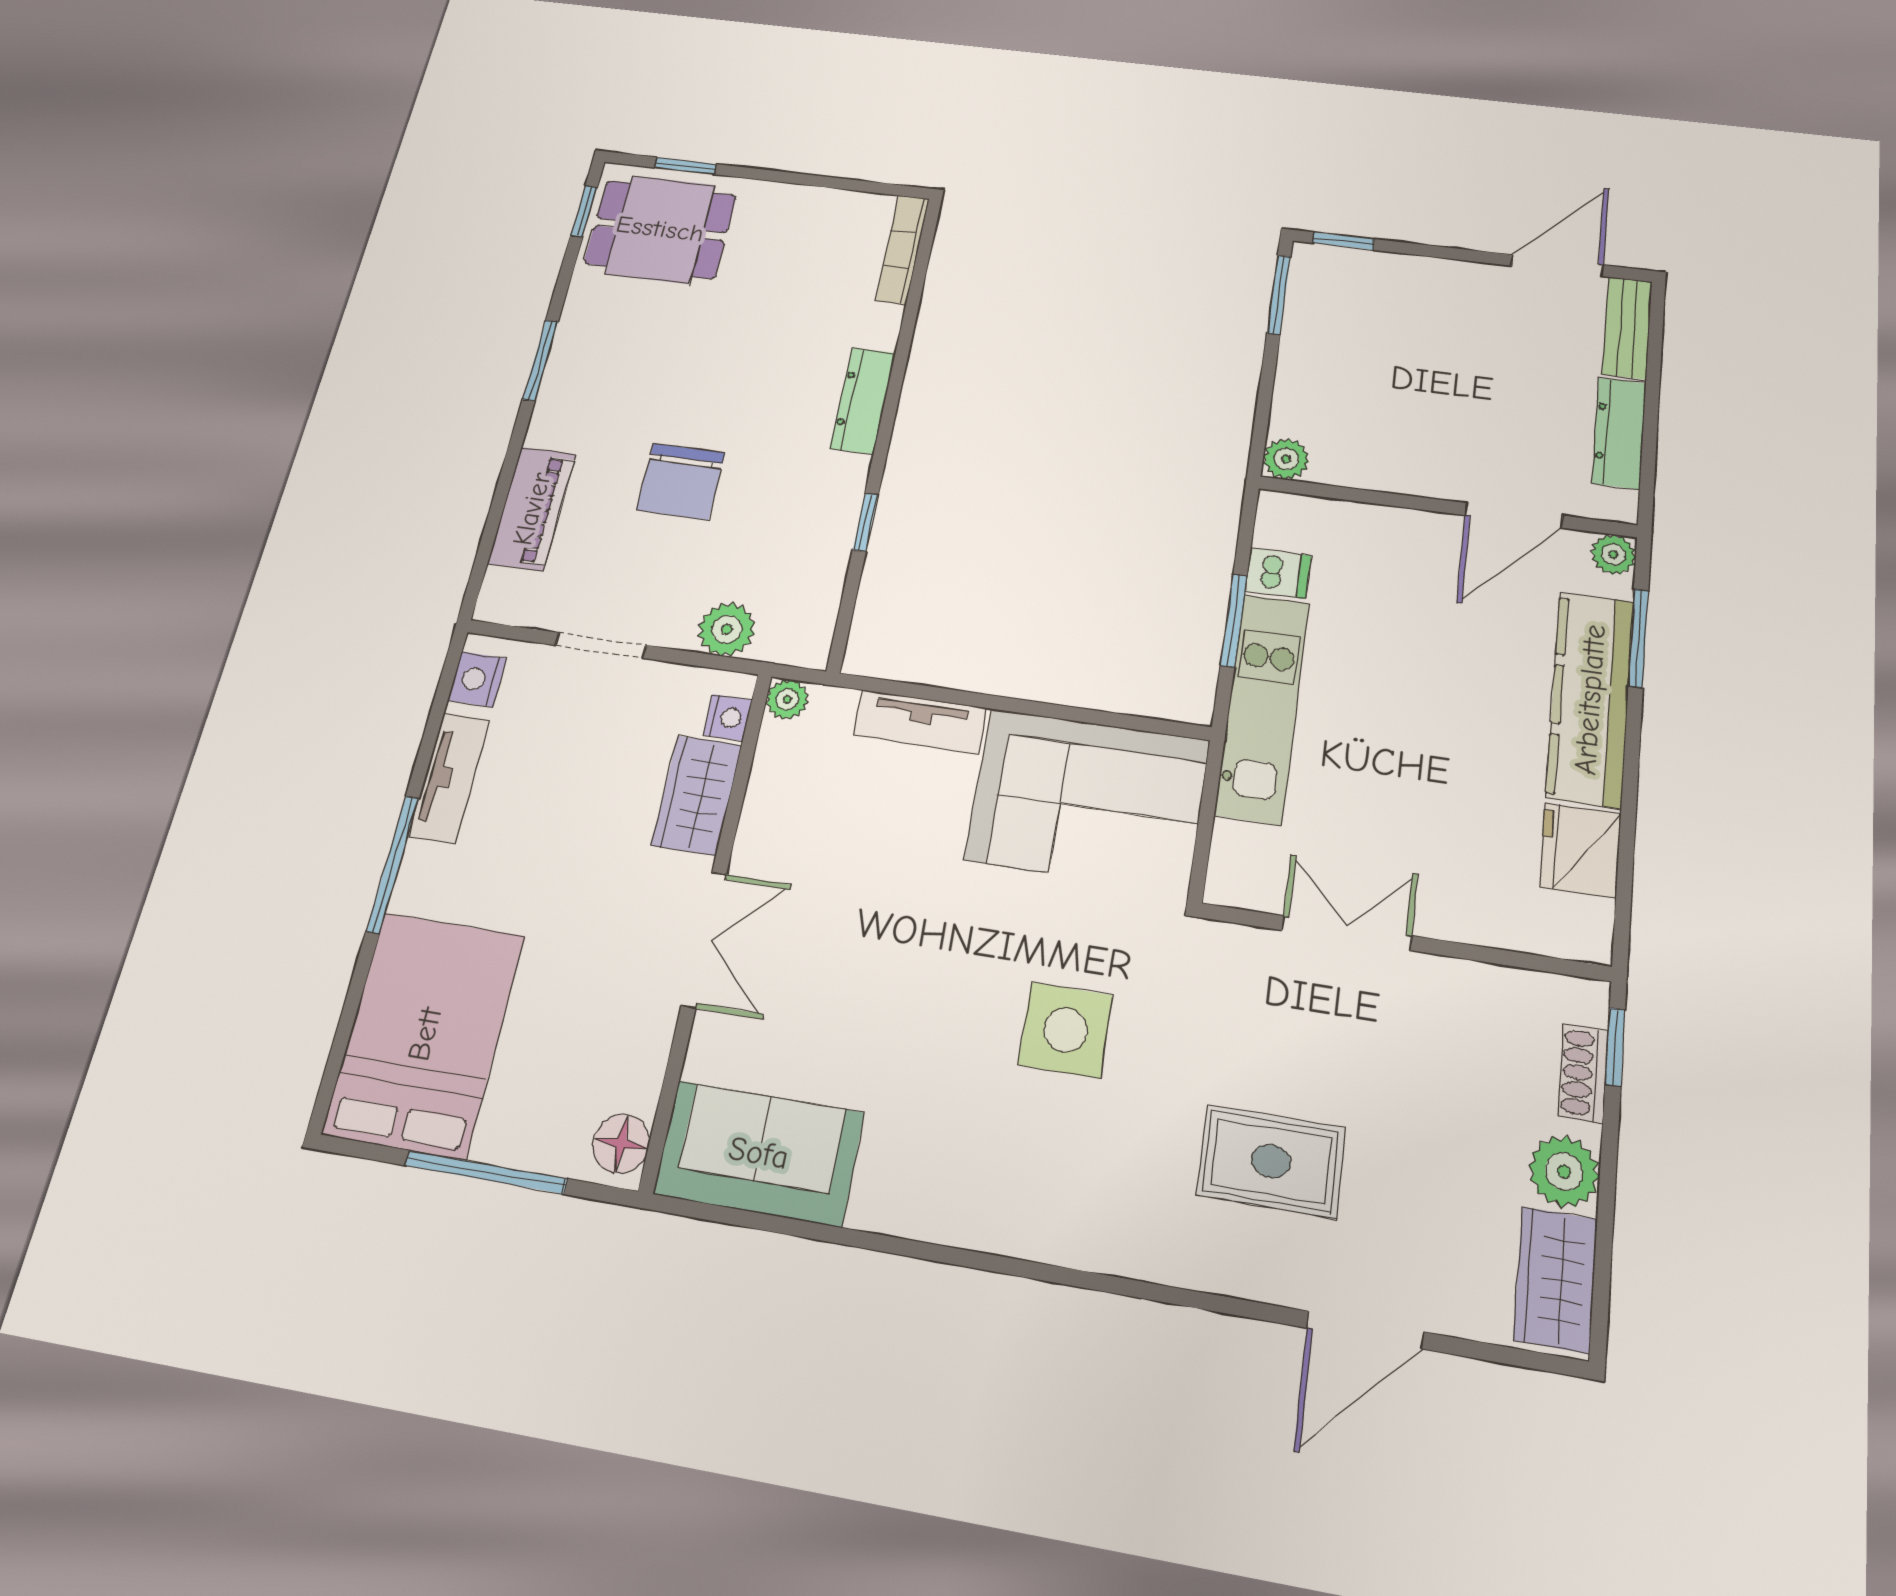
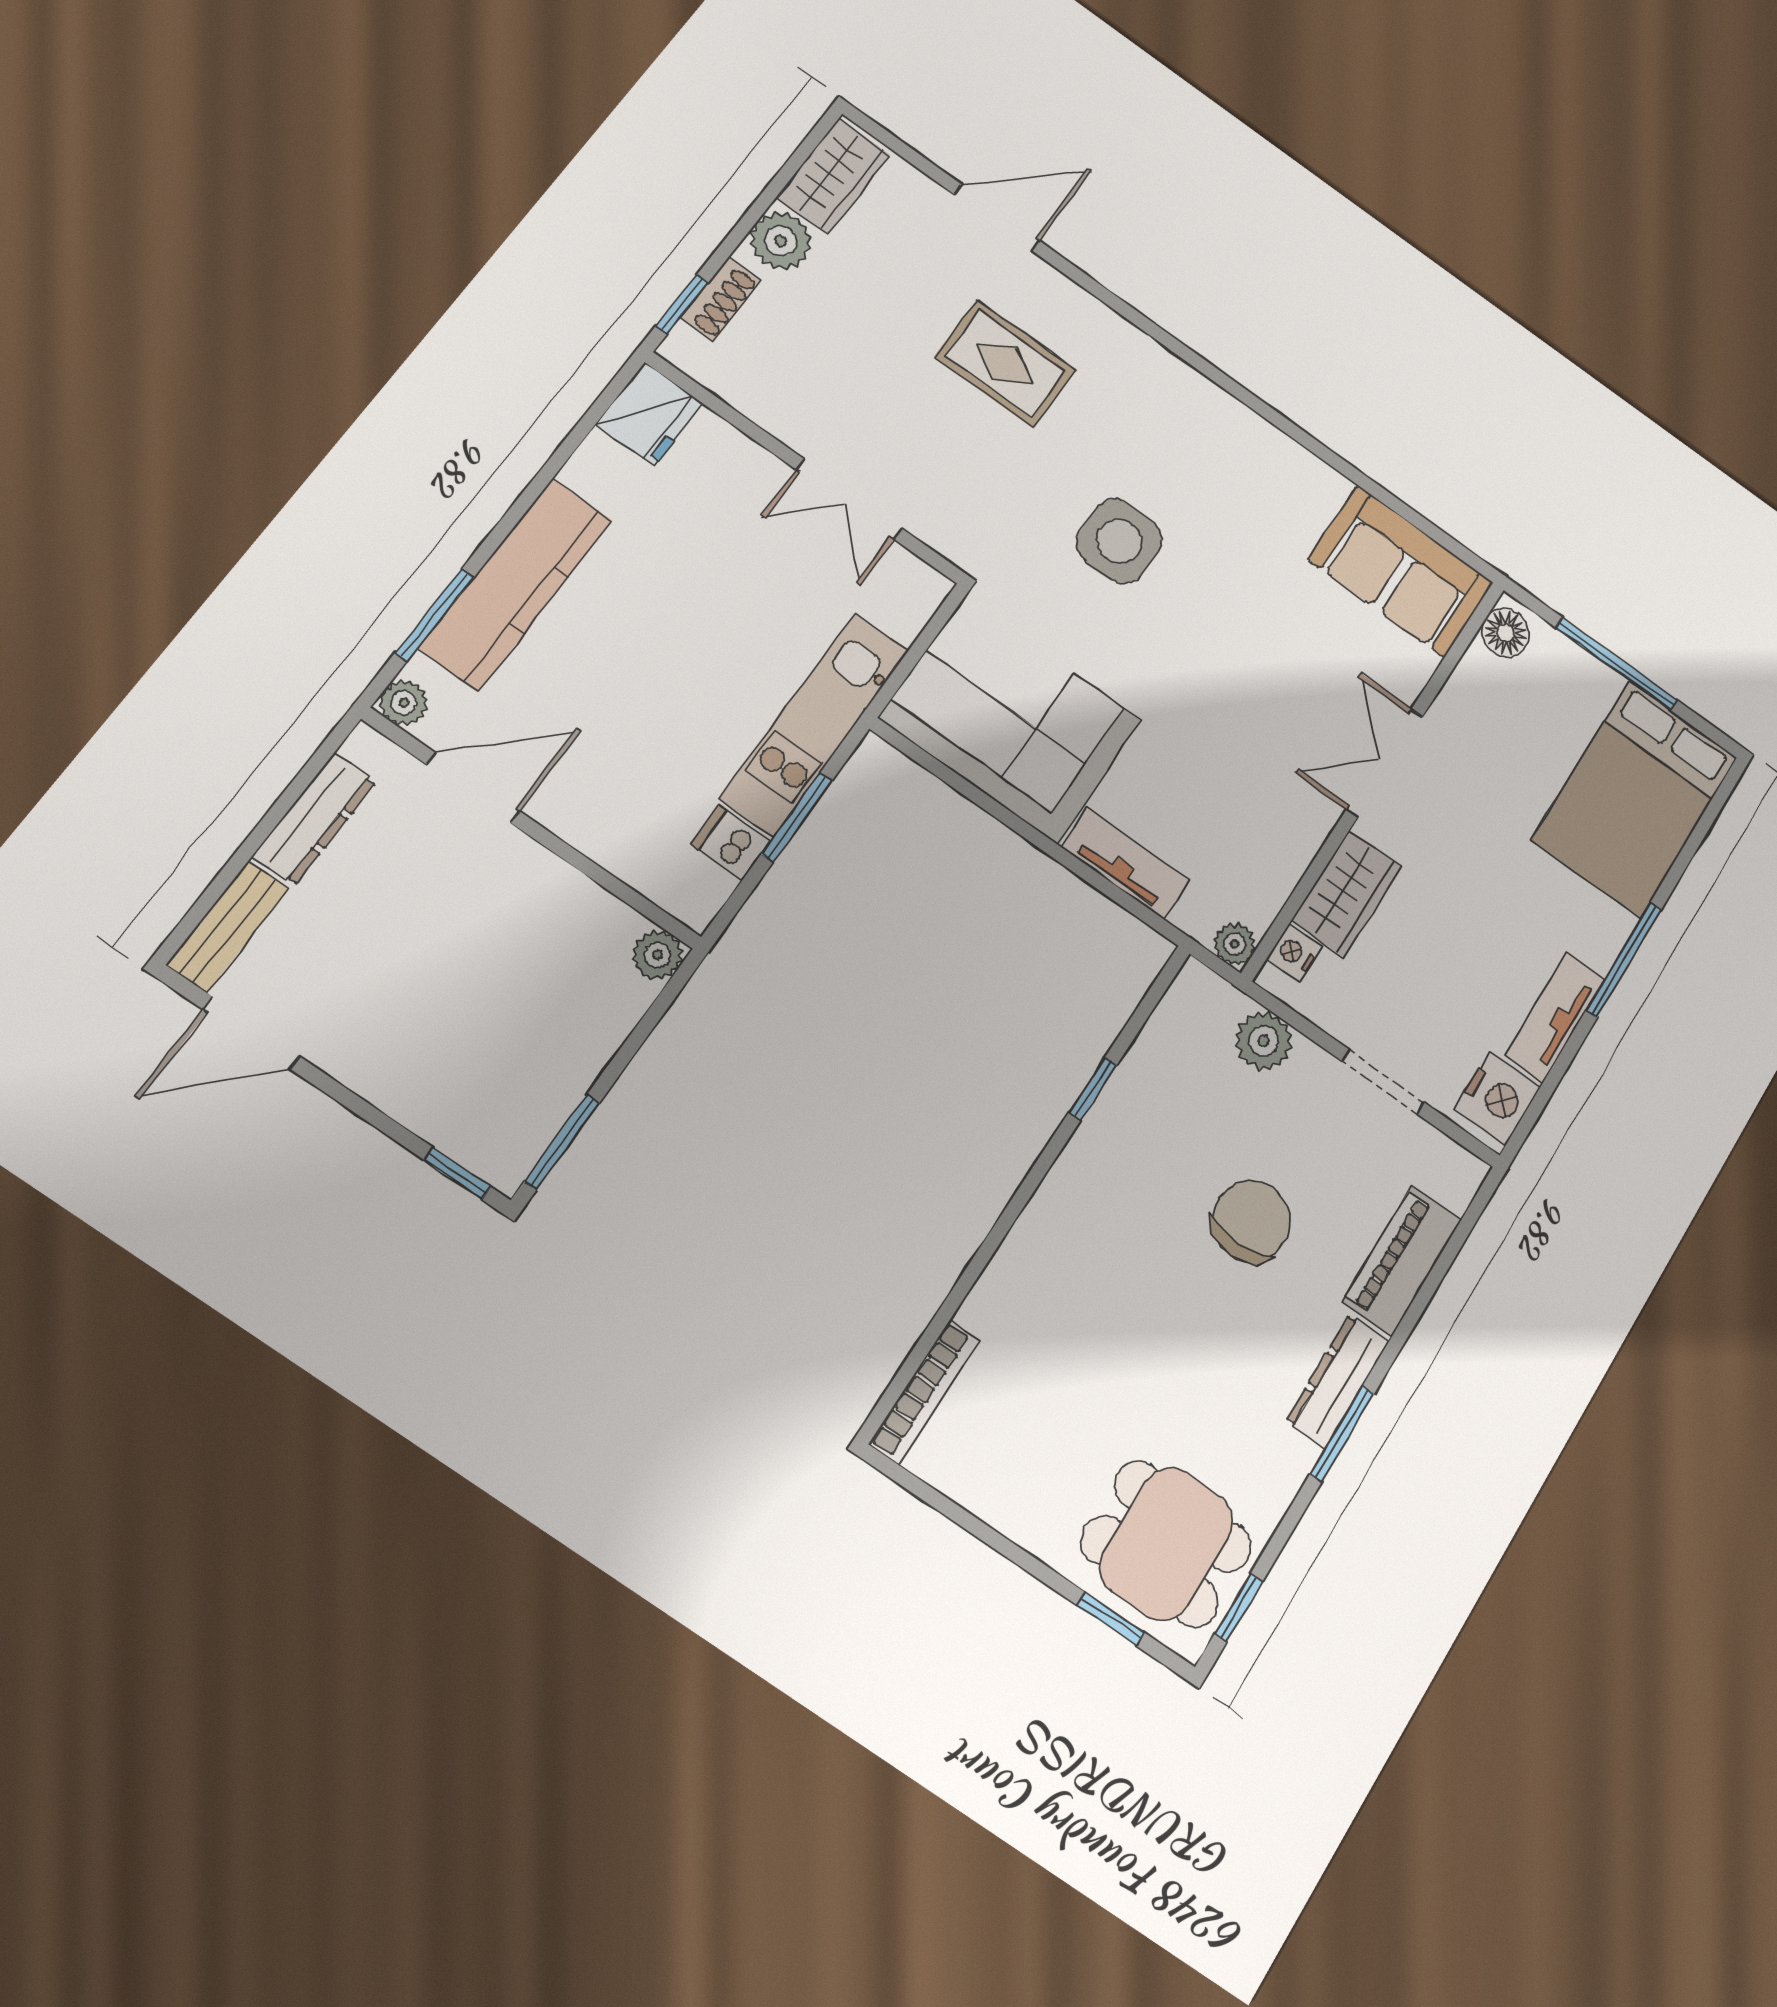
dresser: (863, 400) -> (1338, 1381), moved, turned 180
nightstand: (477, 679) -> (1498, 1098), width x1.36, depth x1.33
fridge: (1580, 850) -> (649, 414), moved

